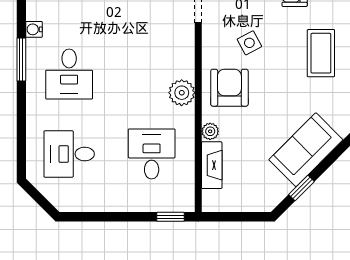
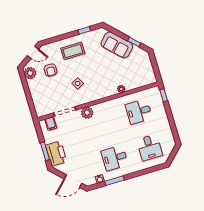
desk: (69, 74) -> (115, 158), turned 180
armchair: (229, 88) -> (100, 86), removed
plant: (182, 93) -> (87, 113), moved
fireplace: (212, 165) -> (136, 84), removed

